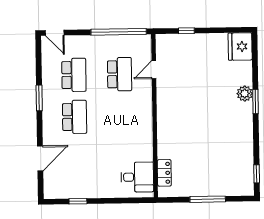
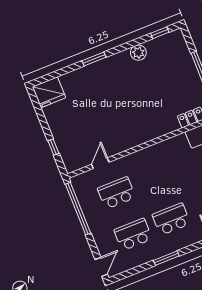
door: (154, 70) -> (100, 163), swing flipped
plant: (245, 94) -> (138, 53), moved

